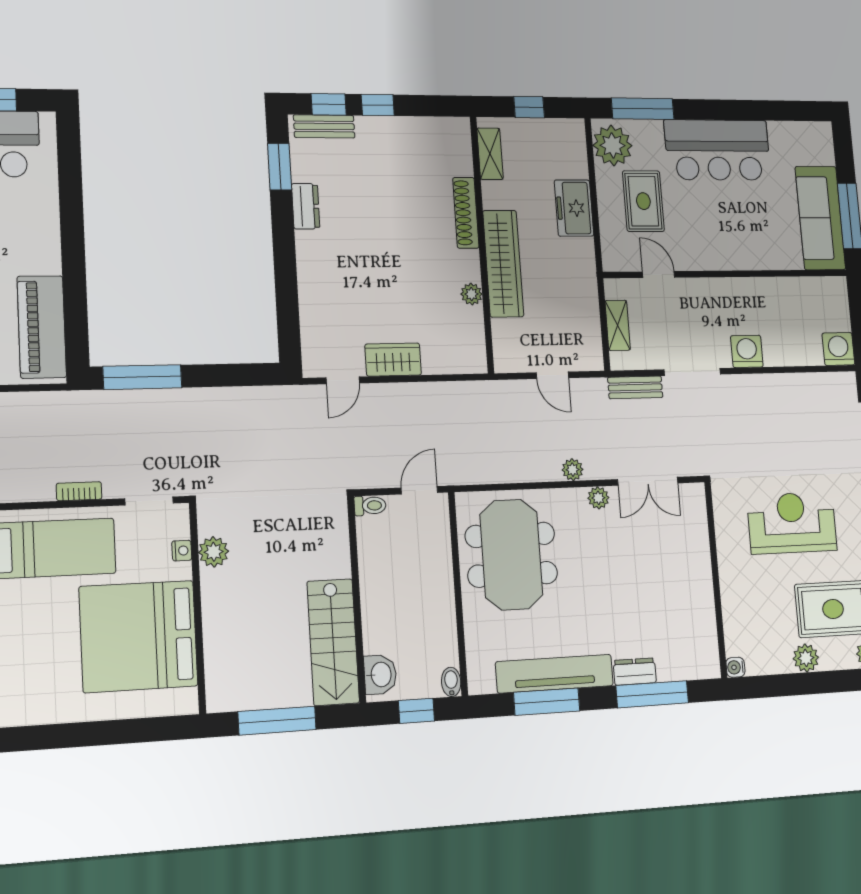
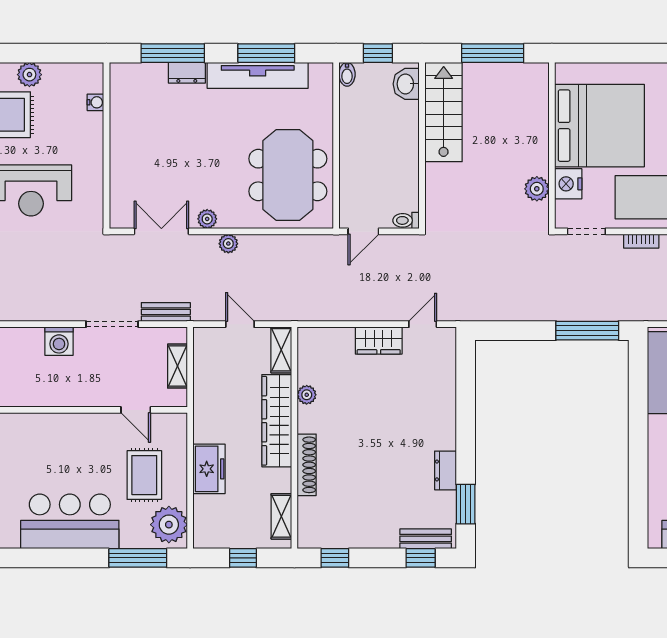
window: (378, 105) -> (335, 558), moved
shelving: (504, 346) -> (281, 350), added
nightstand: (182, 551) -> (568, 184), width x1.89, depth x1.79
water cooler: (735, 667) -> (95, 102), moved

